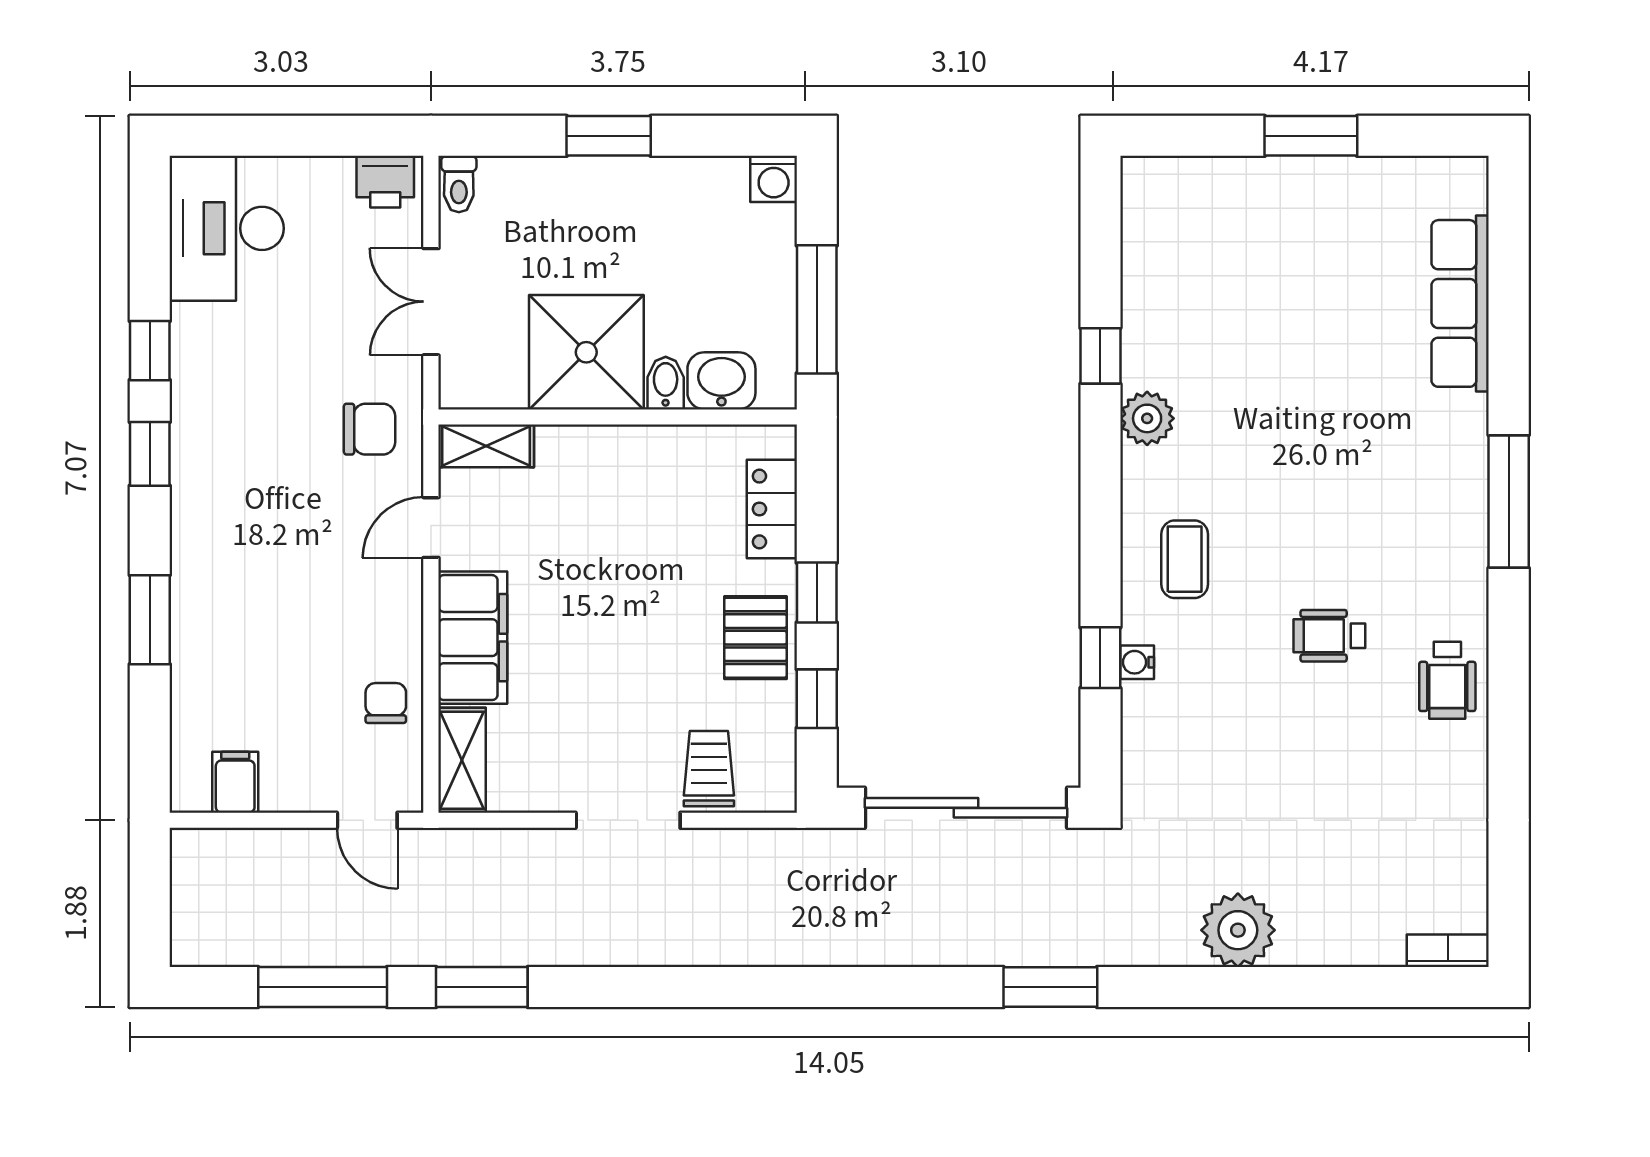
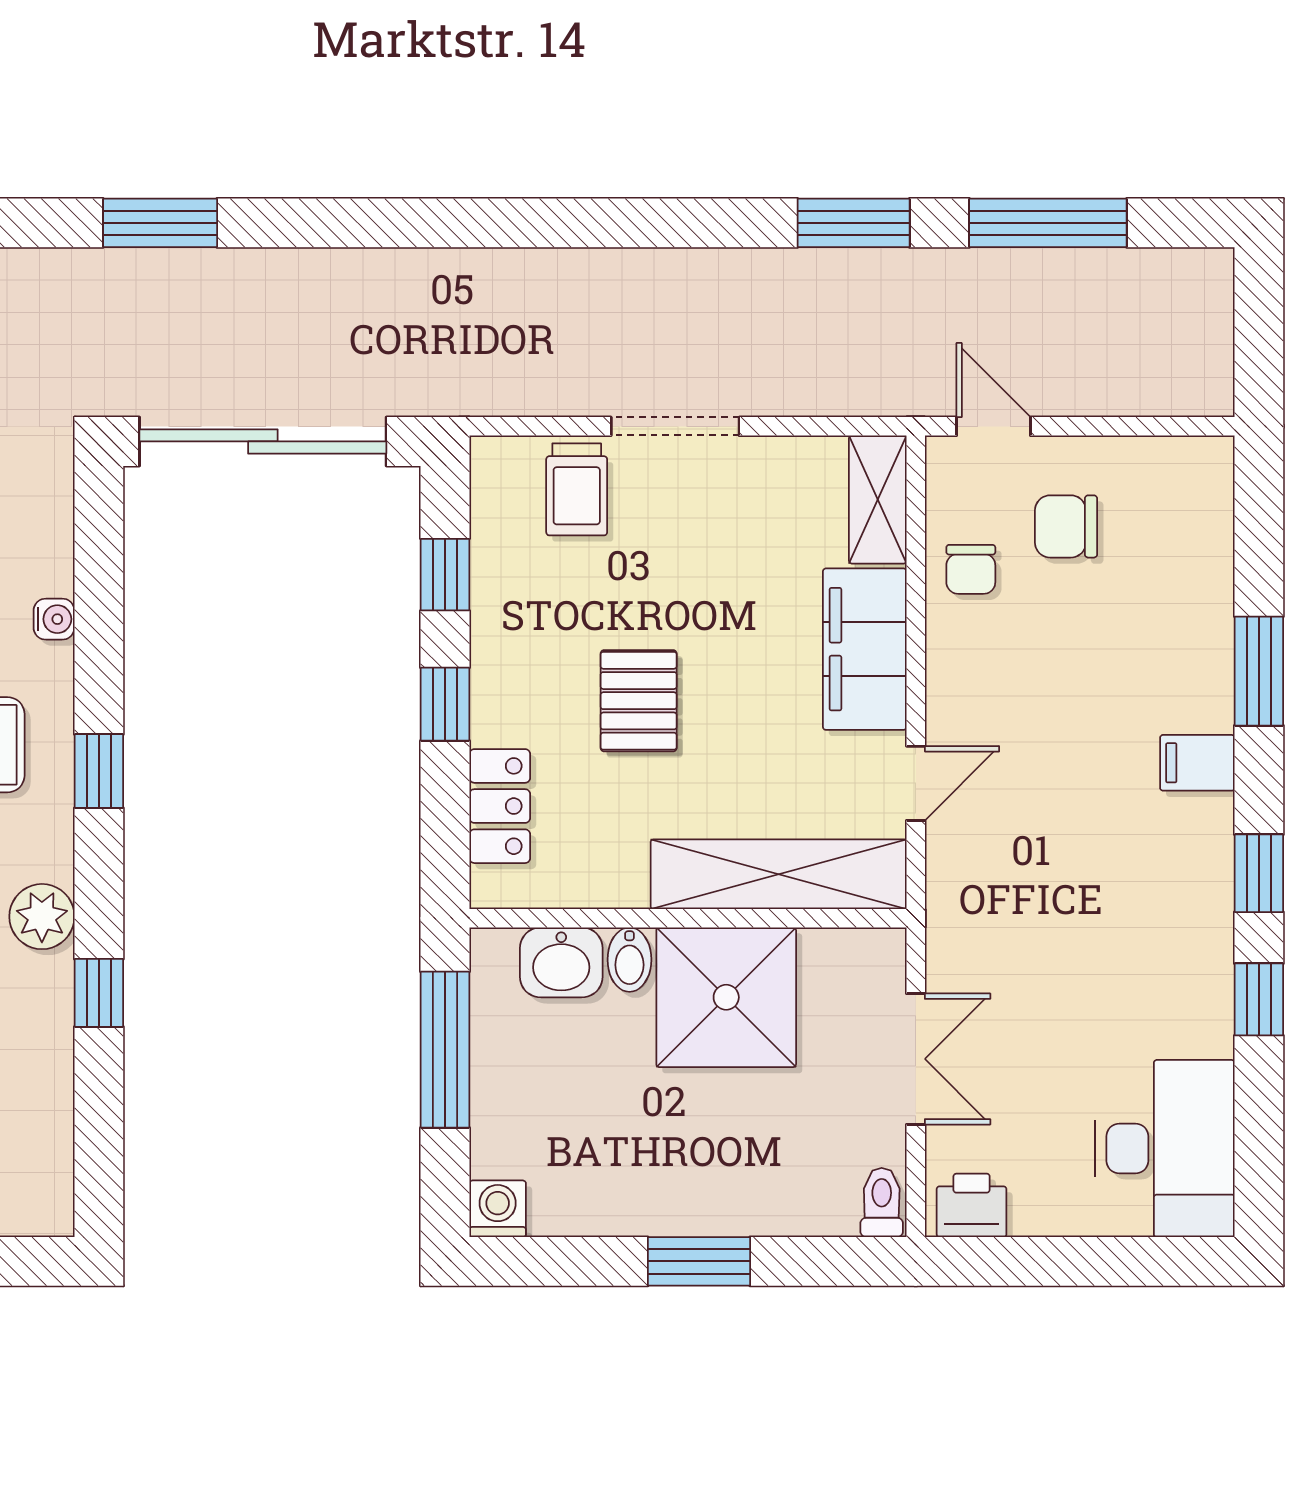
chair: (370, 429) -> (1066, 526), moved
shelving: (486, 446) -> (779, 874), width x2.20, depth x1.33
pallet: (755, 638) -> (639, 701), moved
window: (1100, 658) -> (99, 771), moved
filing cabinet: (235, 782) -> (1197, 763), moved, turned 90

